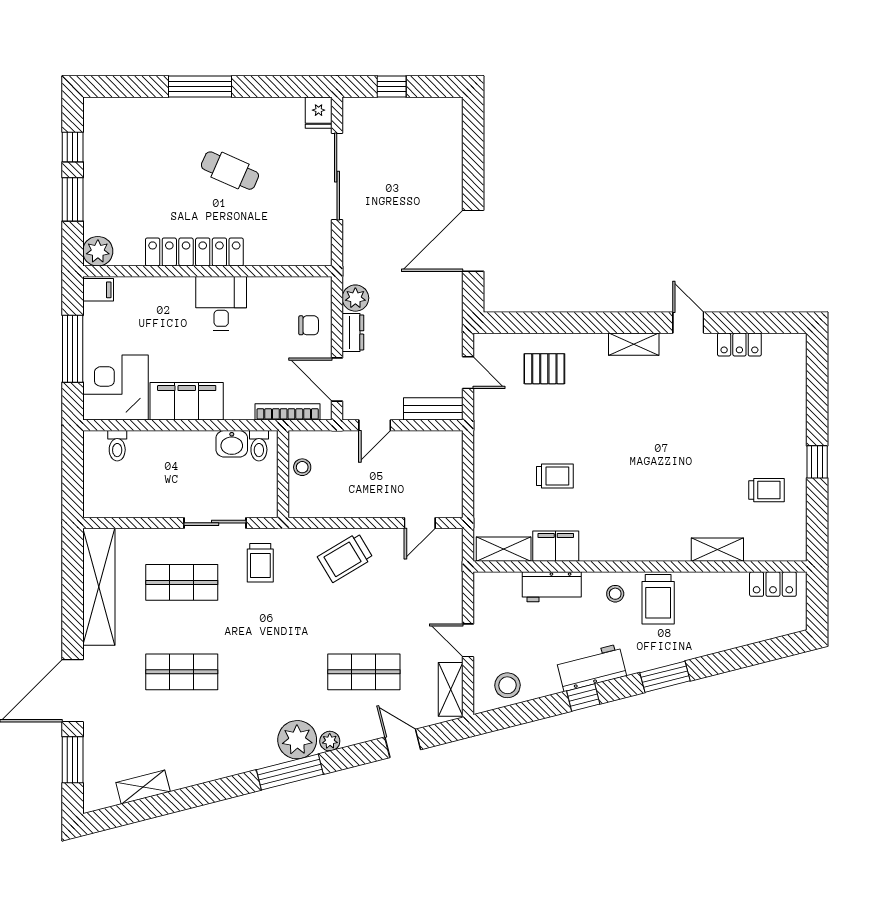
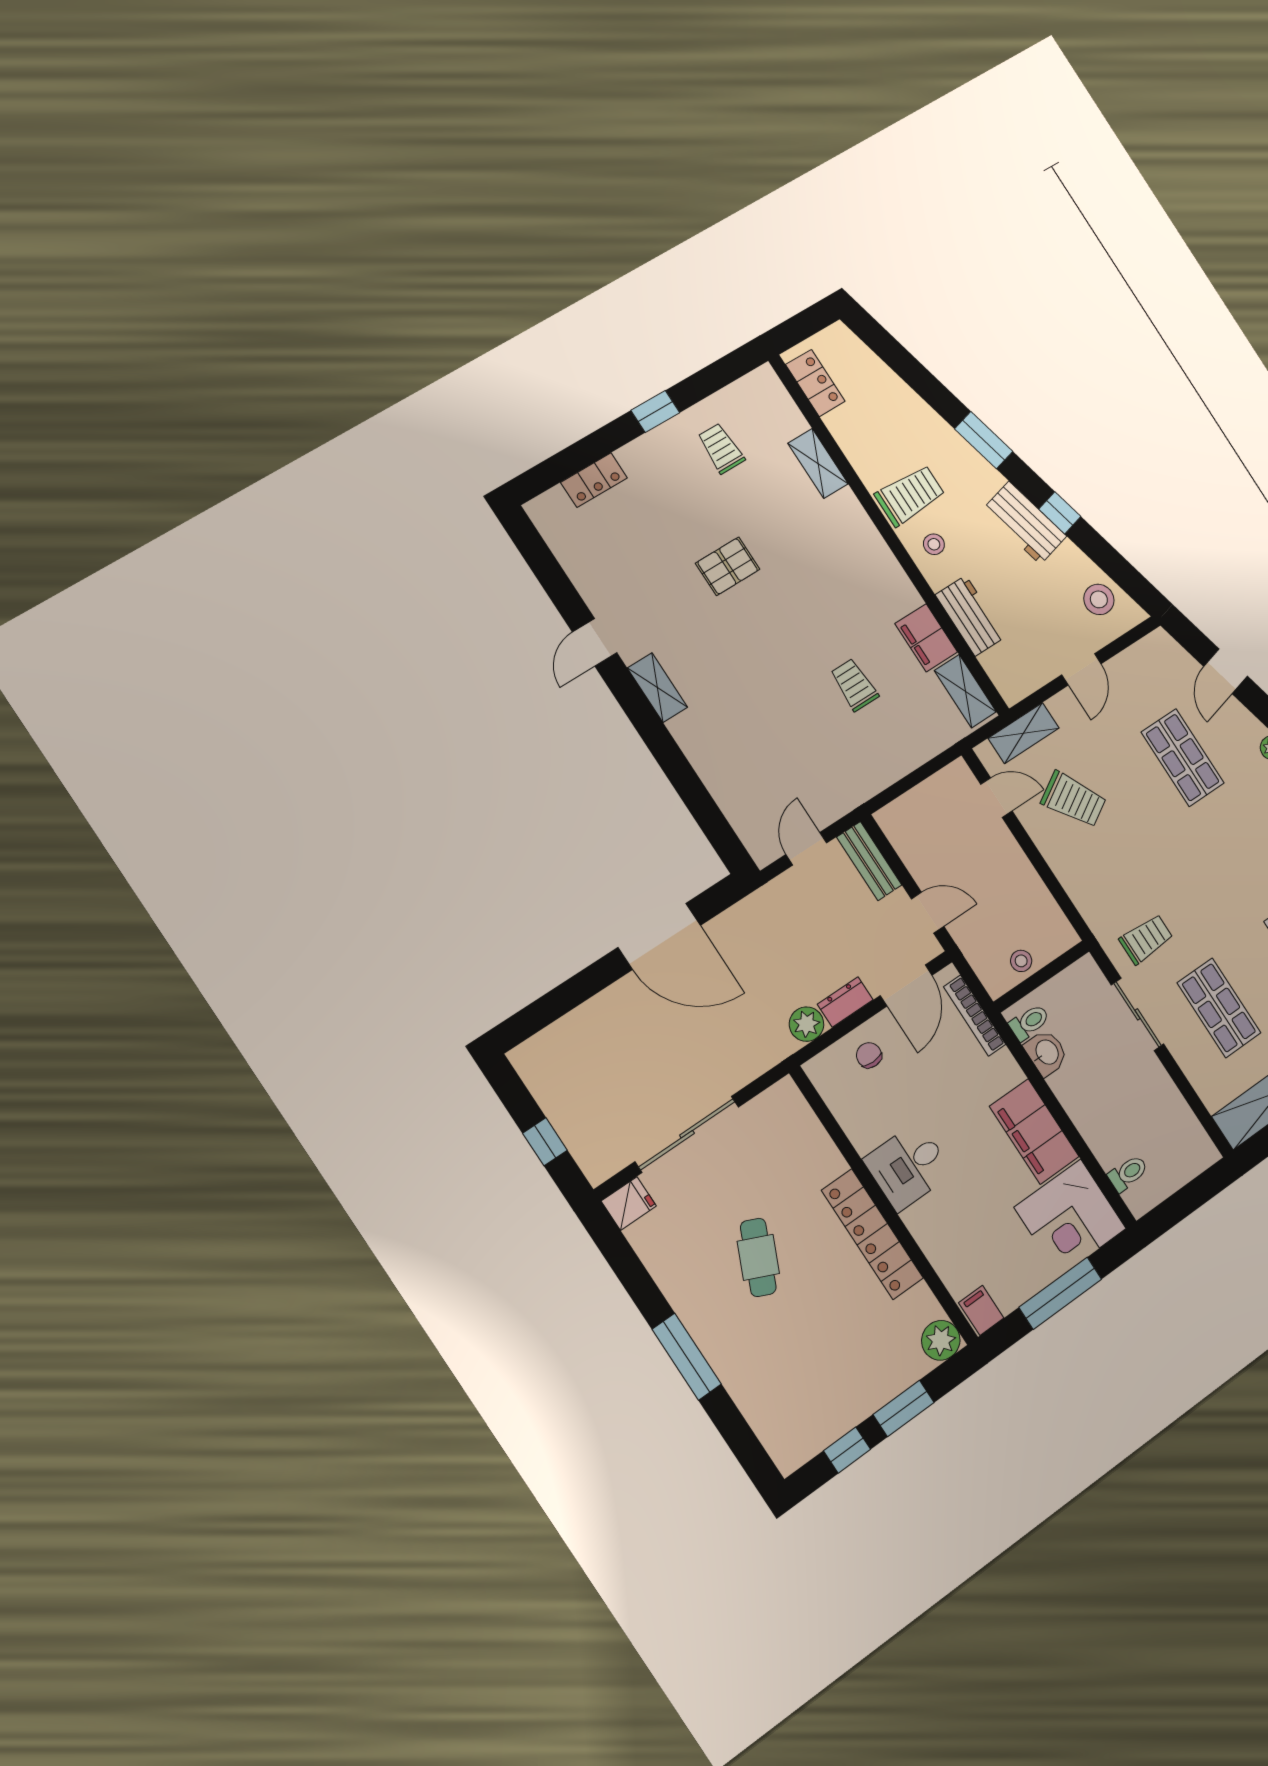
locker: (739, 345) -> (594, 480), moved, turned 90
pallet: (544, 369) -> (728, 566), moved, turned 90
trolley: (345, 558) -> (1074, 800), moved
shelving: (451, 689) -> (1024, 733), moved

